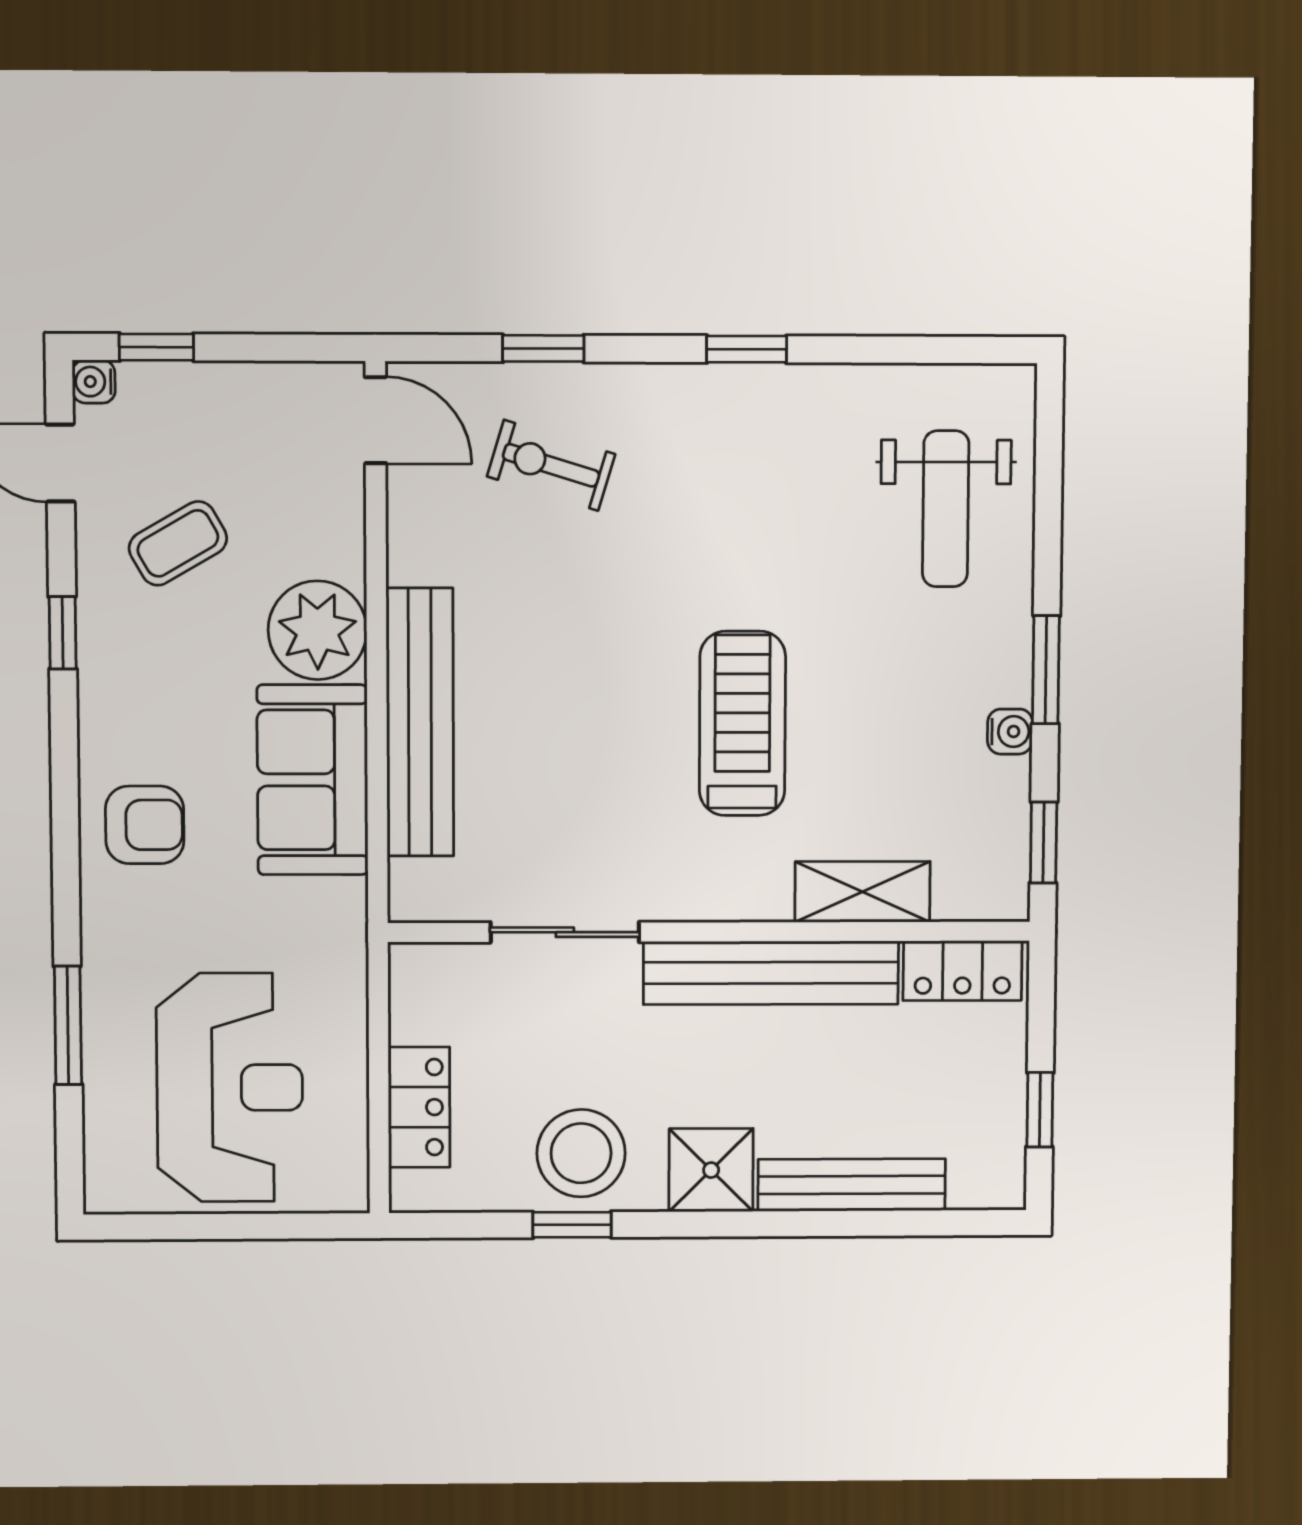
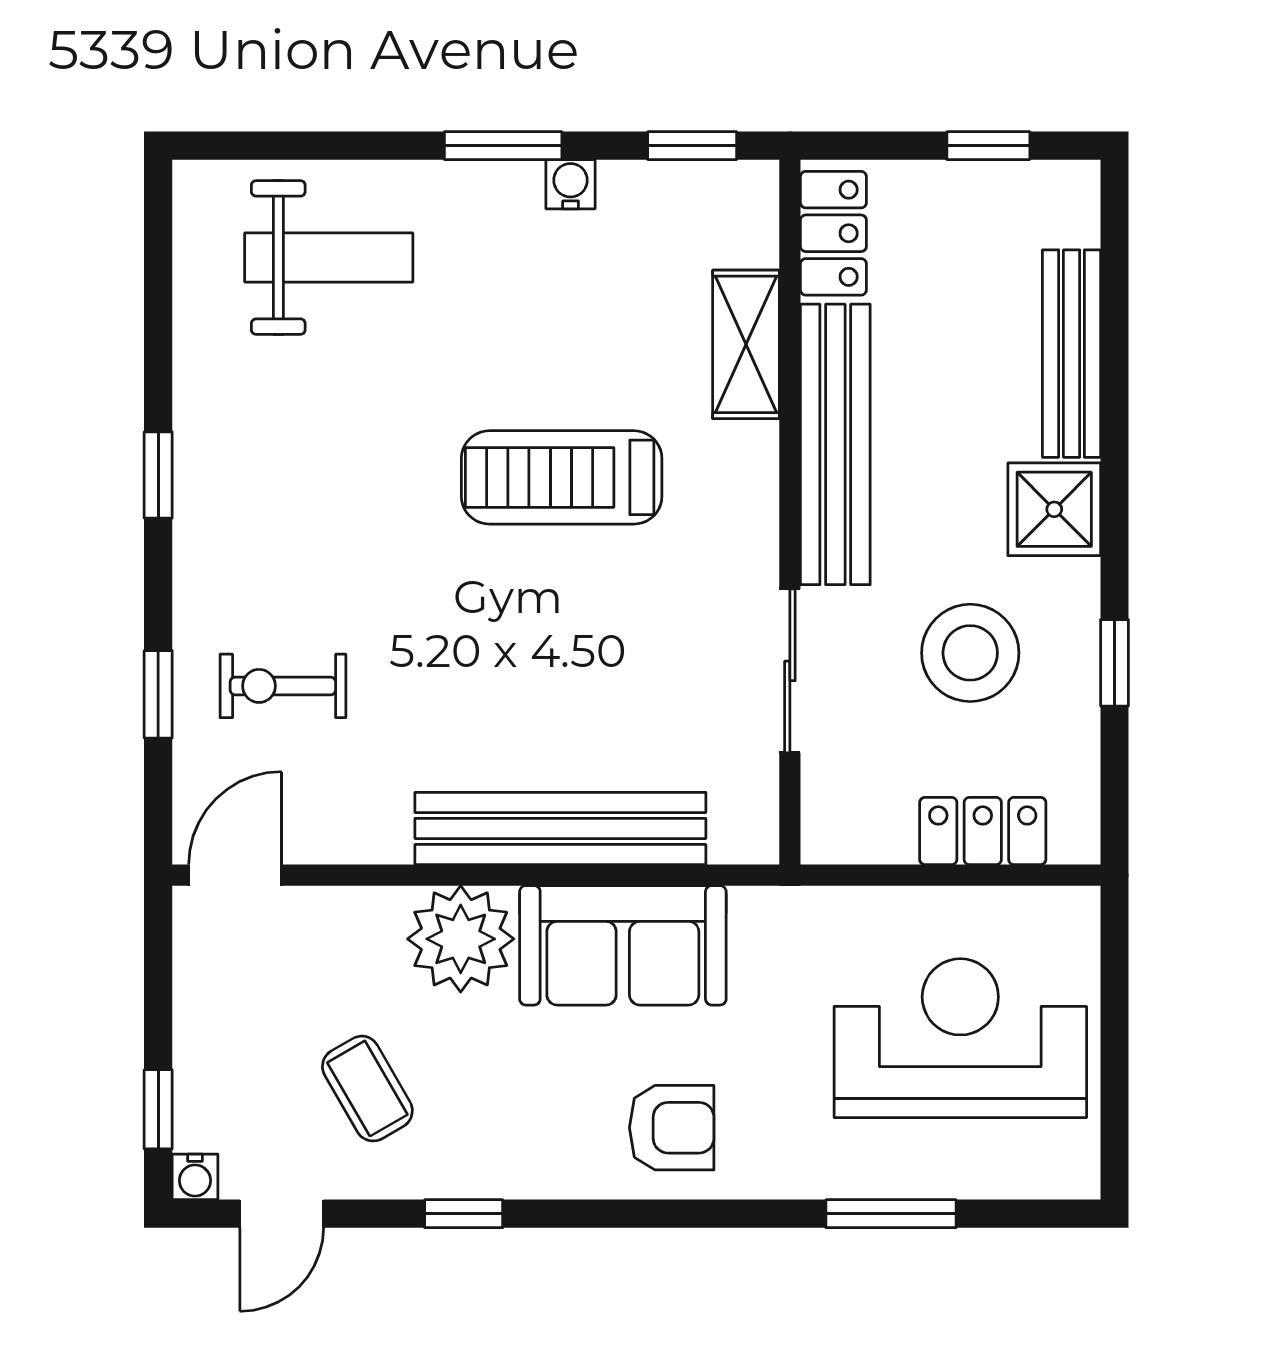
exercise bike: (551, 465) -> (283, 686), turned 73
armchair: (145, 825) -> (672, 1128), turned 90
stool: (581, 1153) -> (970, 653), moved

